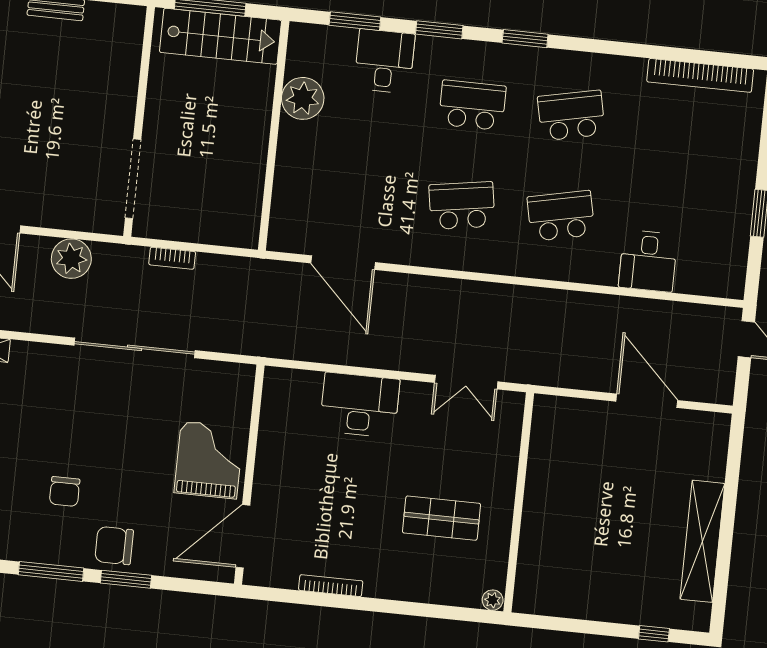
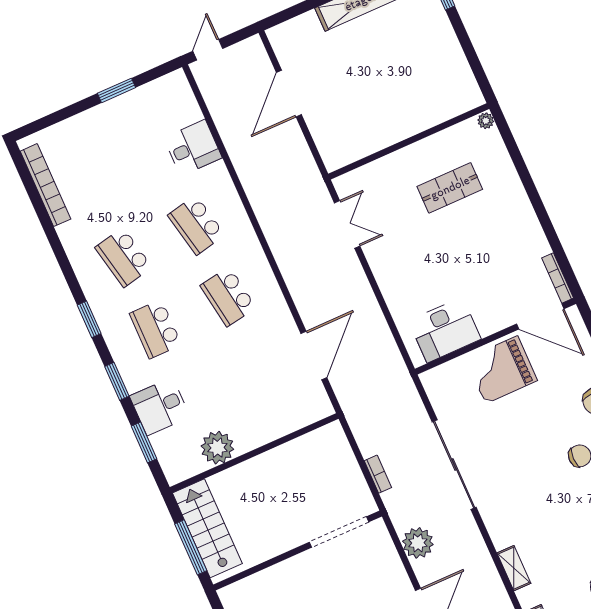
desk: (360, 405) -> (445, 330), moved, turned -90
shop shelf: (441, 518) -> (450, 188), turned 90
bookcase: (331, 586) -> (558, 278), moved

